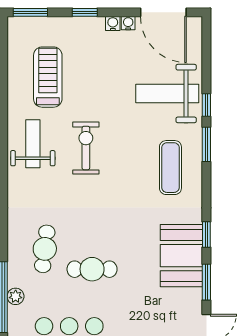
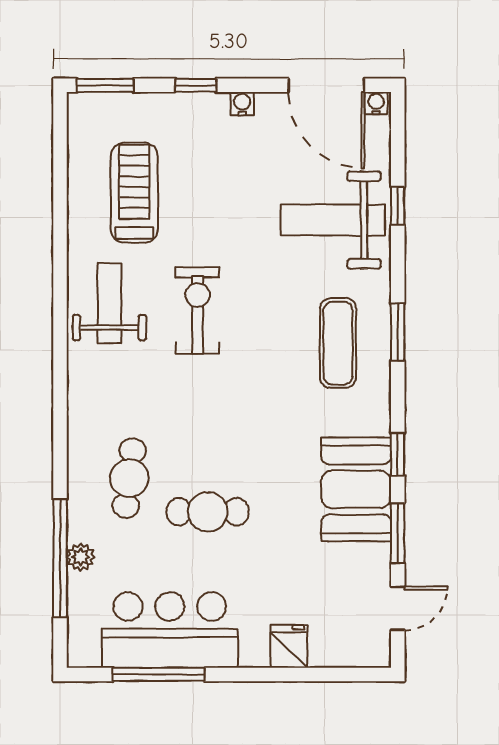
water cooler: (128, 23) -> (376, 103), moved
window: (206, 105) -> (398, 206), moved
window: (206, 144) -> (398, 332), moved

